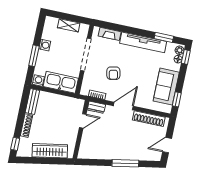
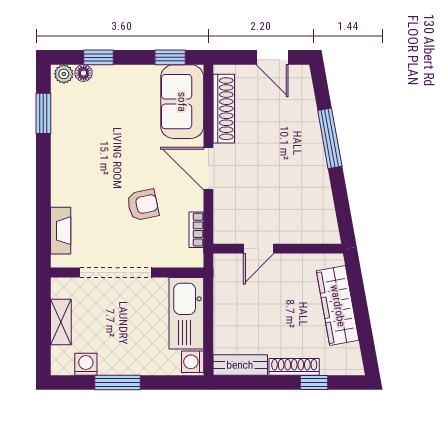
tv unit: (143, 42) -> (63, 155), removed
washing machine: (45, 45) -> (86, 364), moved
window: (34, 56) -> (118, 382), moved
window: (186, 57) -> (98, 57), moved
sofa: (166, 87) -> (182, 102), moved, turned 90
dresser: (96, 107) -> (223, 226), removed
door: (83, 121) -> (259, 249), swing flipped
window: (15, 144) -> (314, 382), moved

